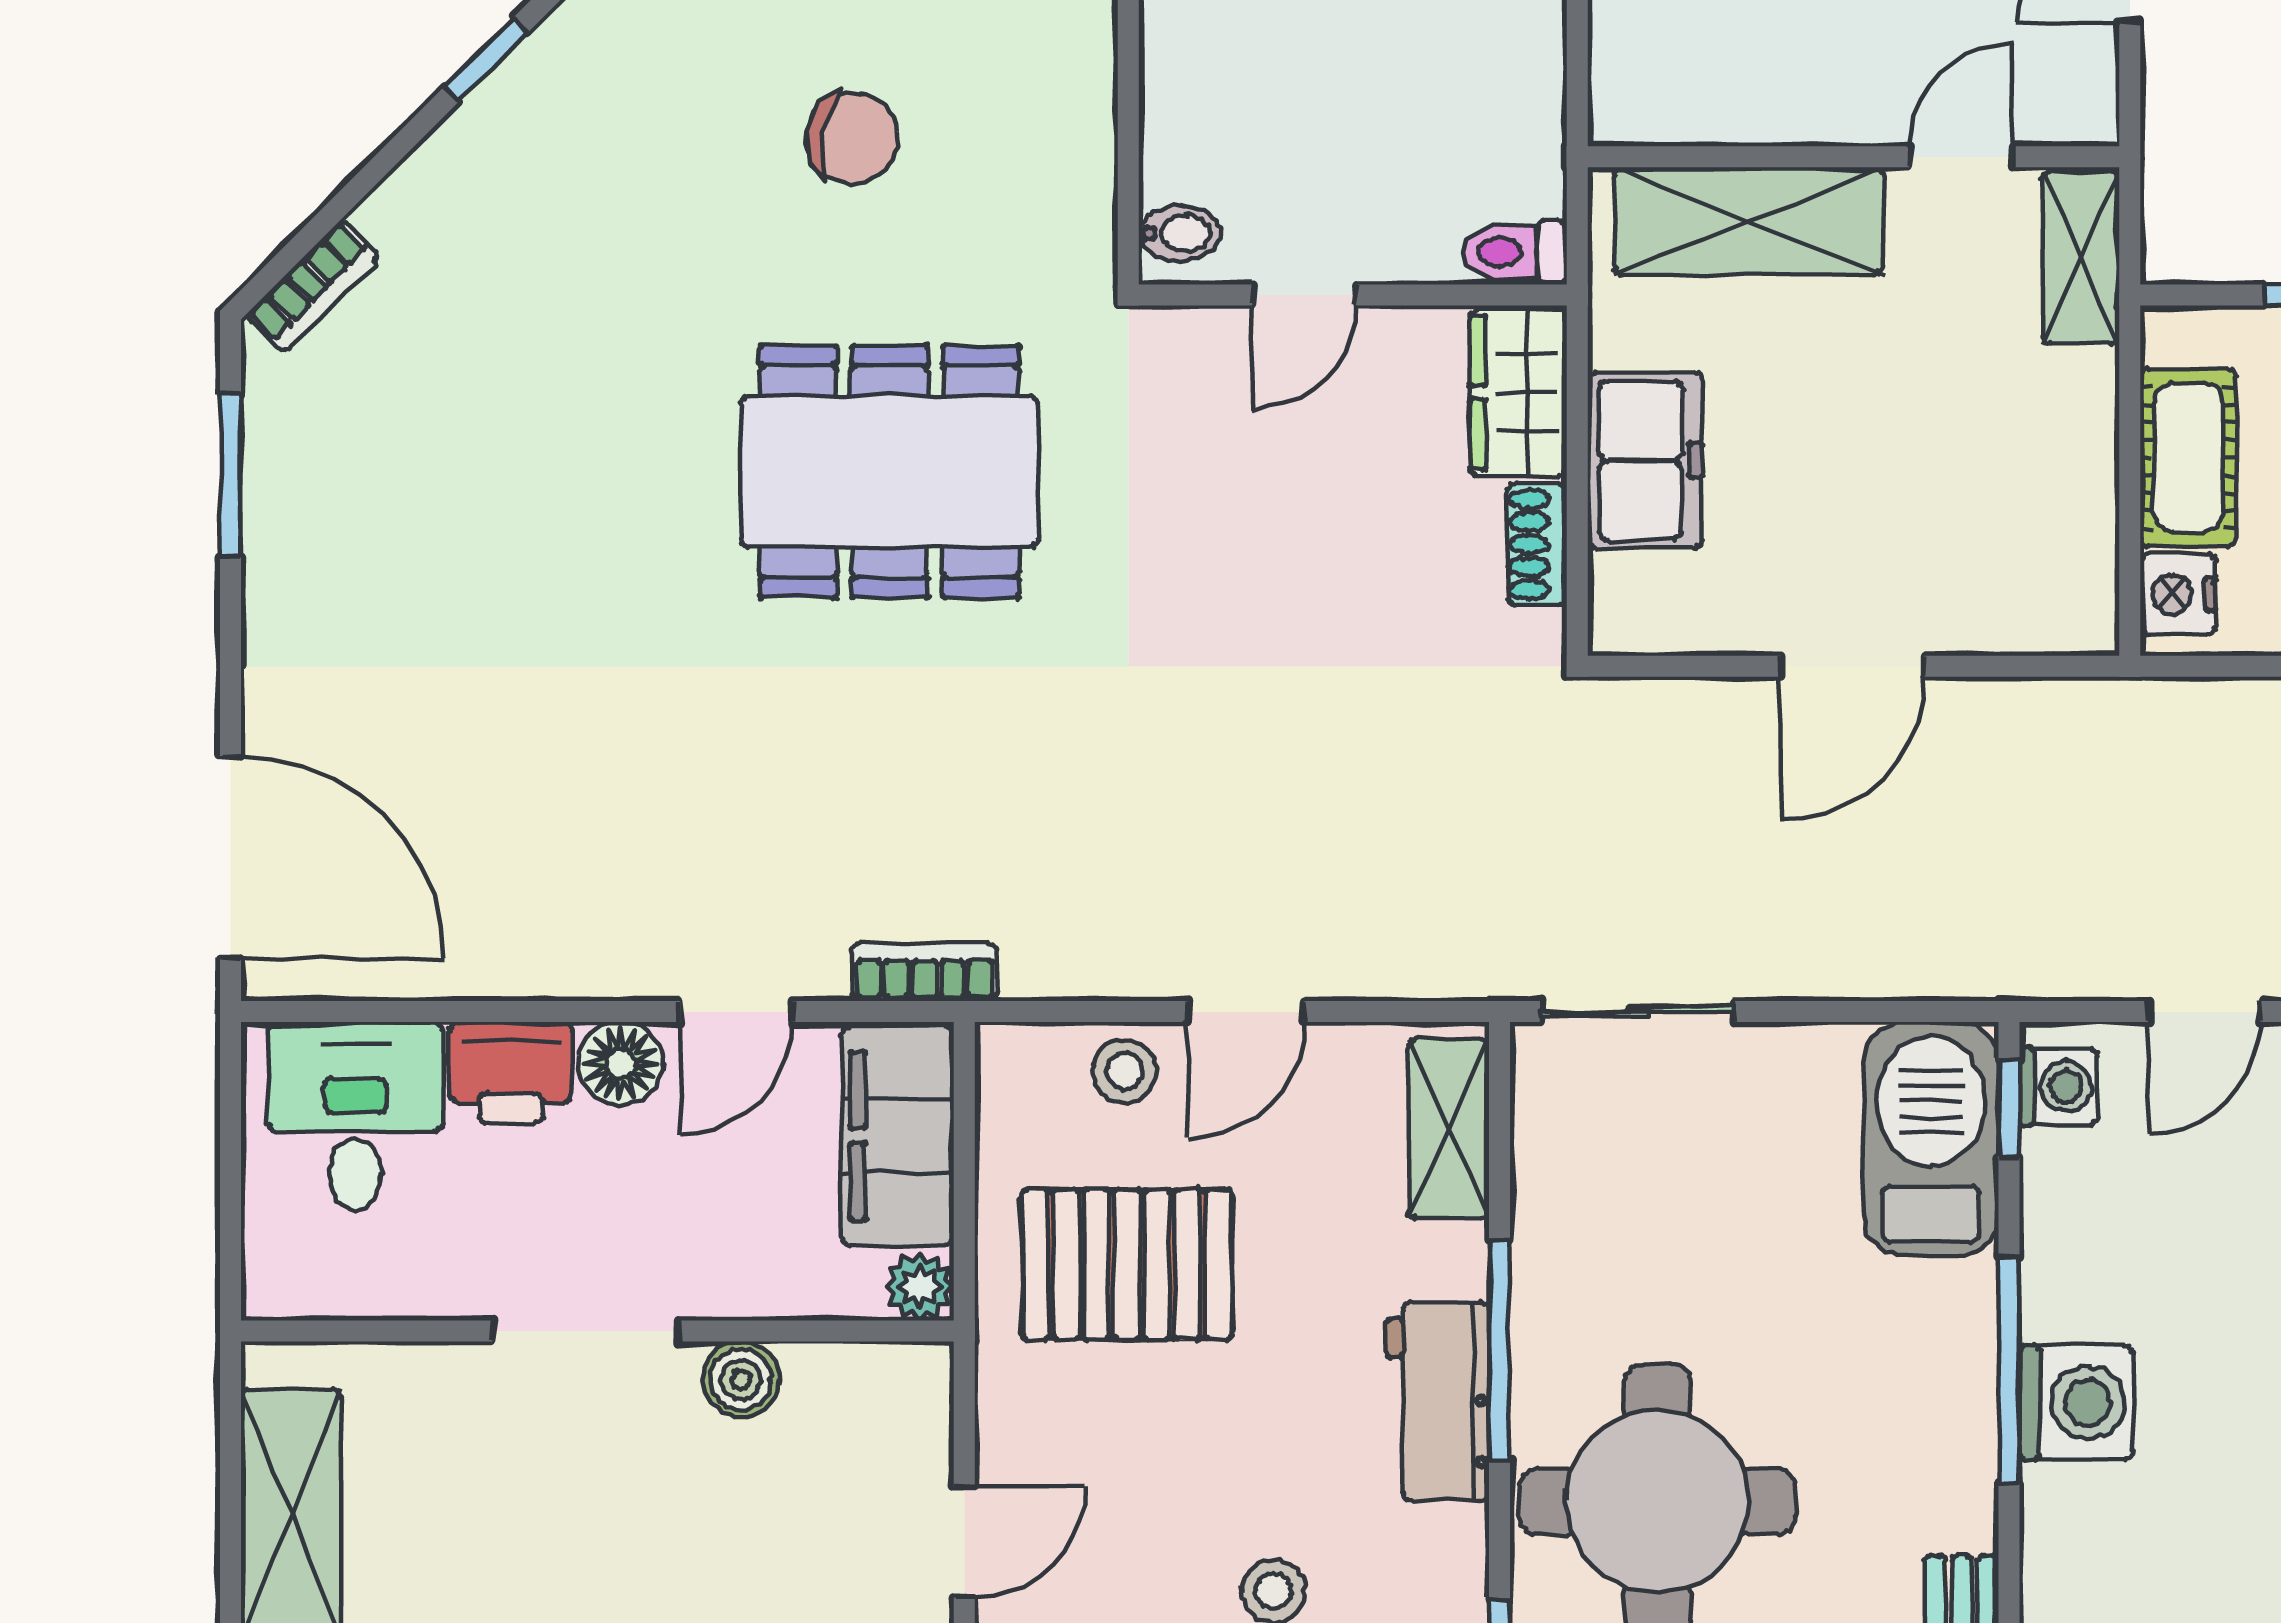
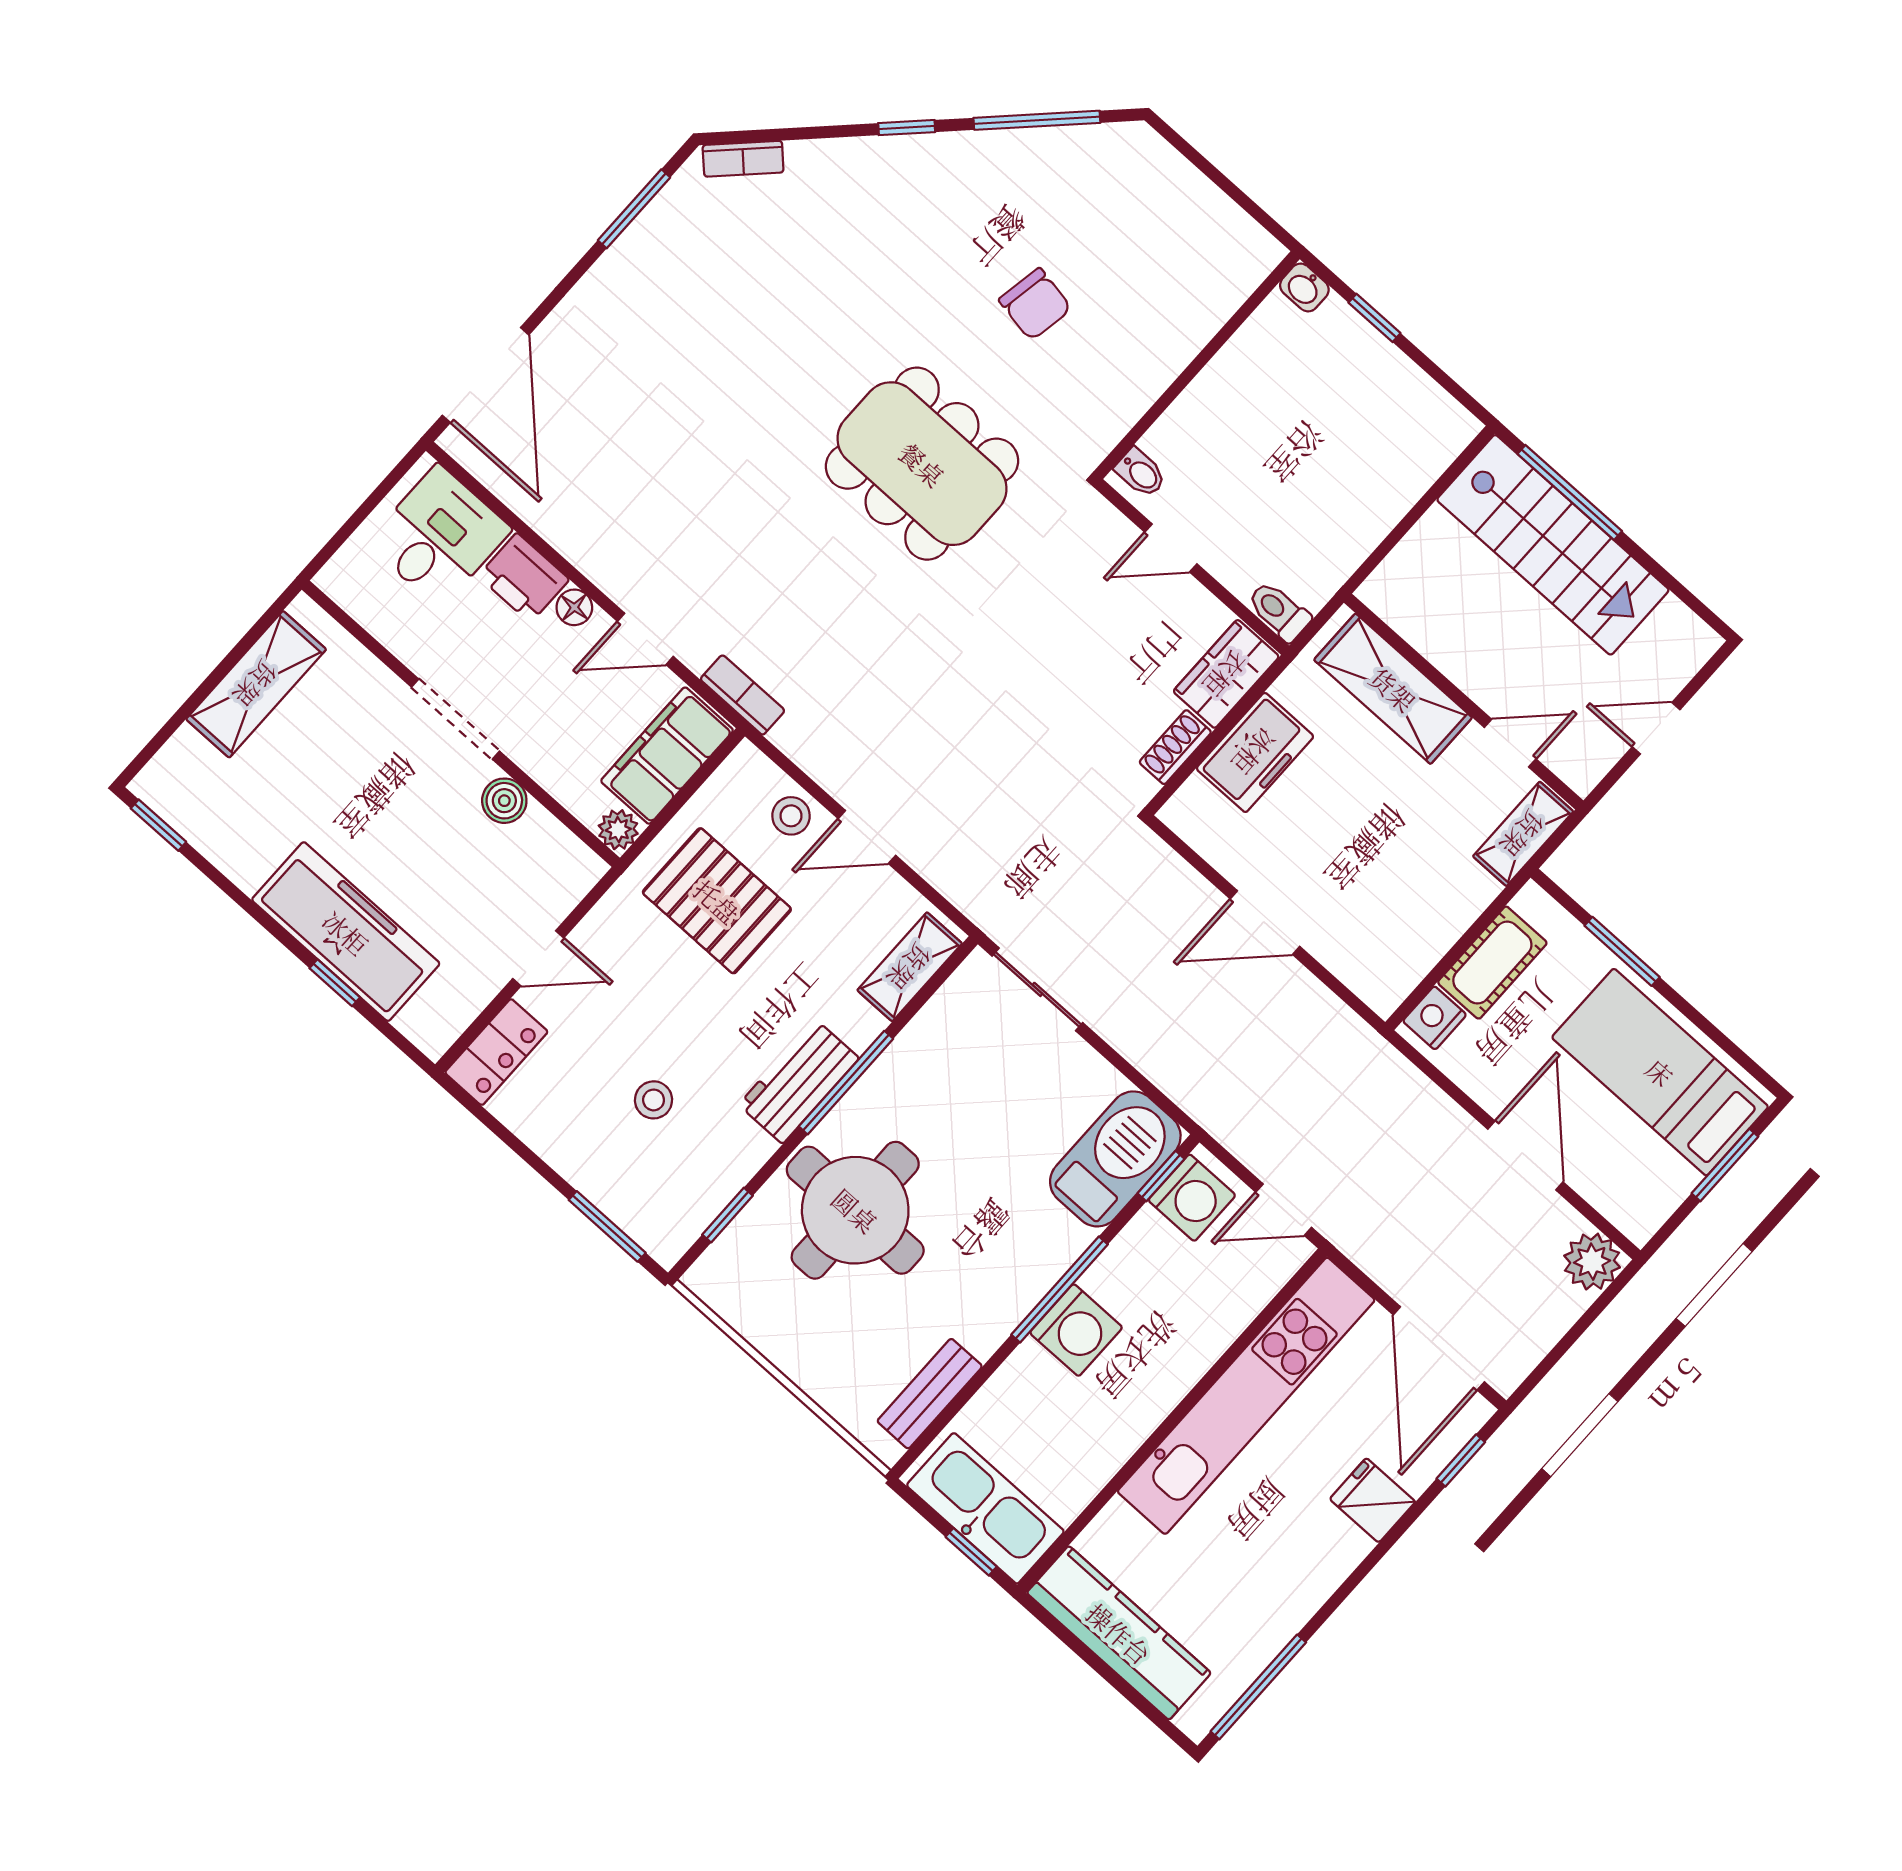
floor lamp: (621, 1064) -> (574, 607), width x0.73, depth x0.73
washing machine: (2058, 1086) -> (1192, 1198), width x1.38, depth x1.38

